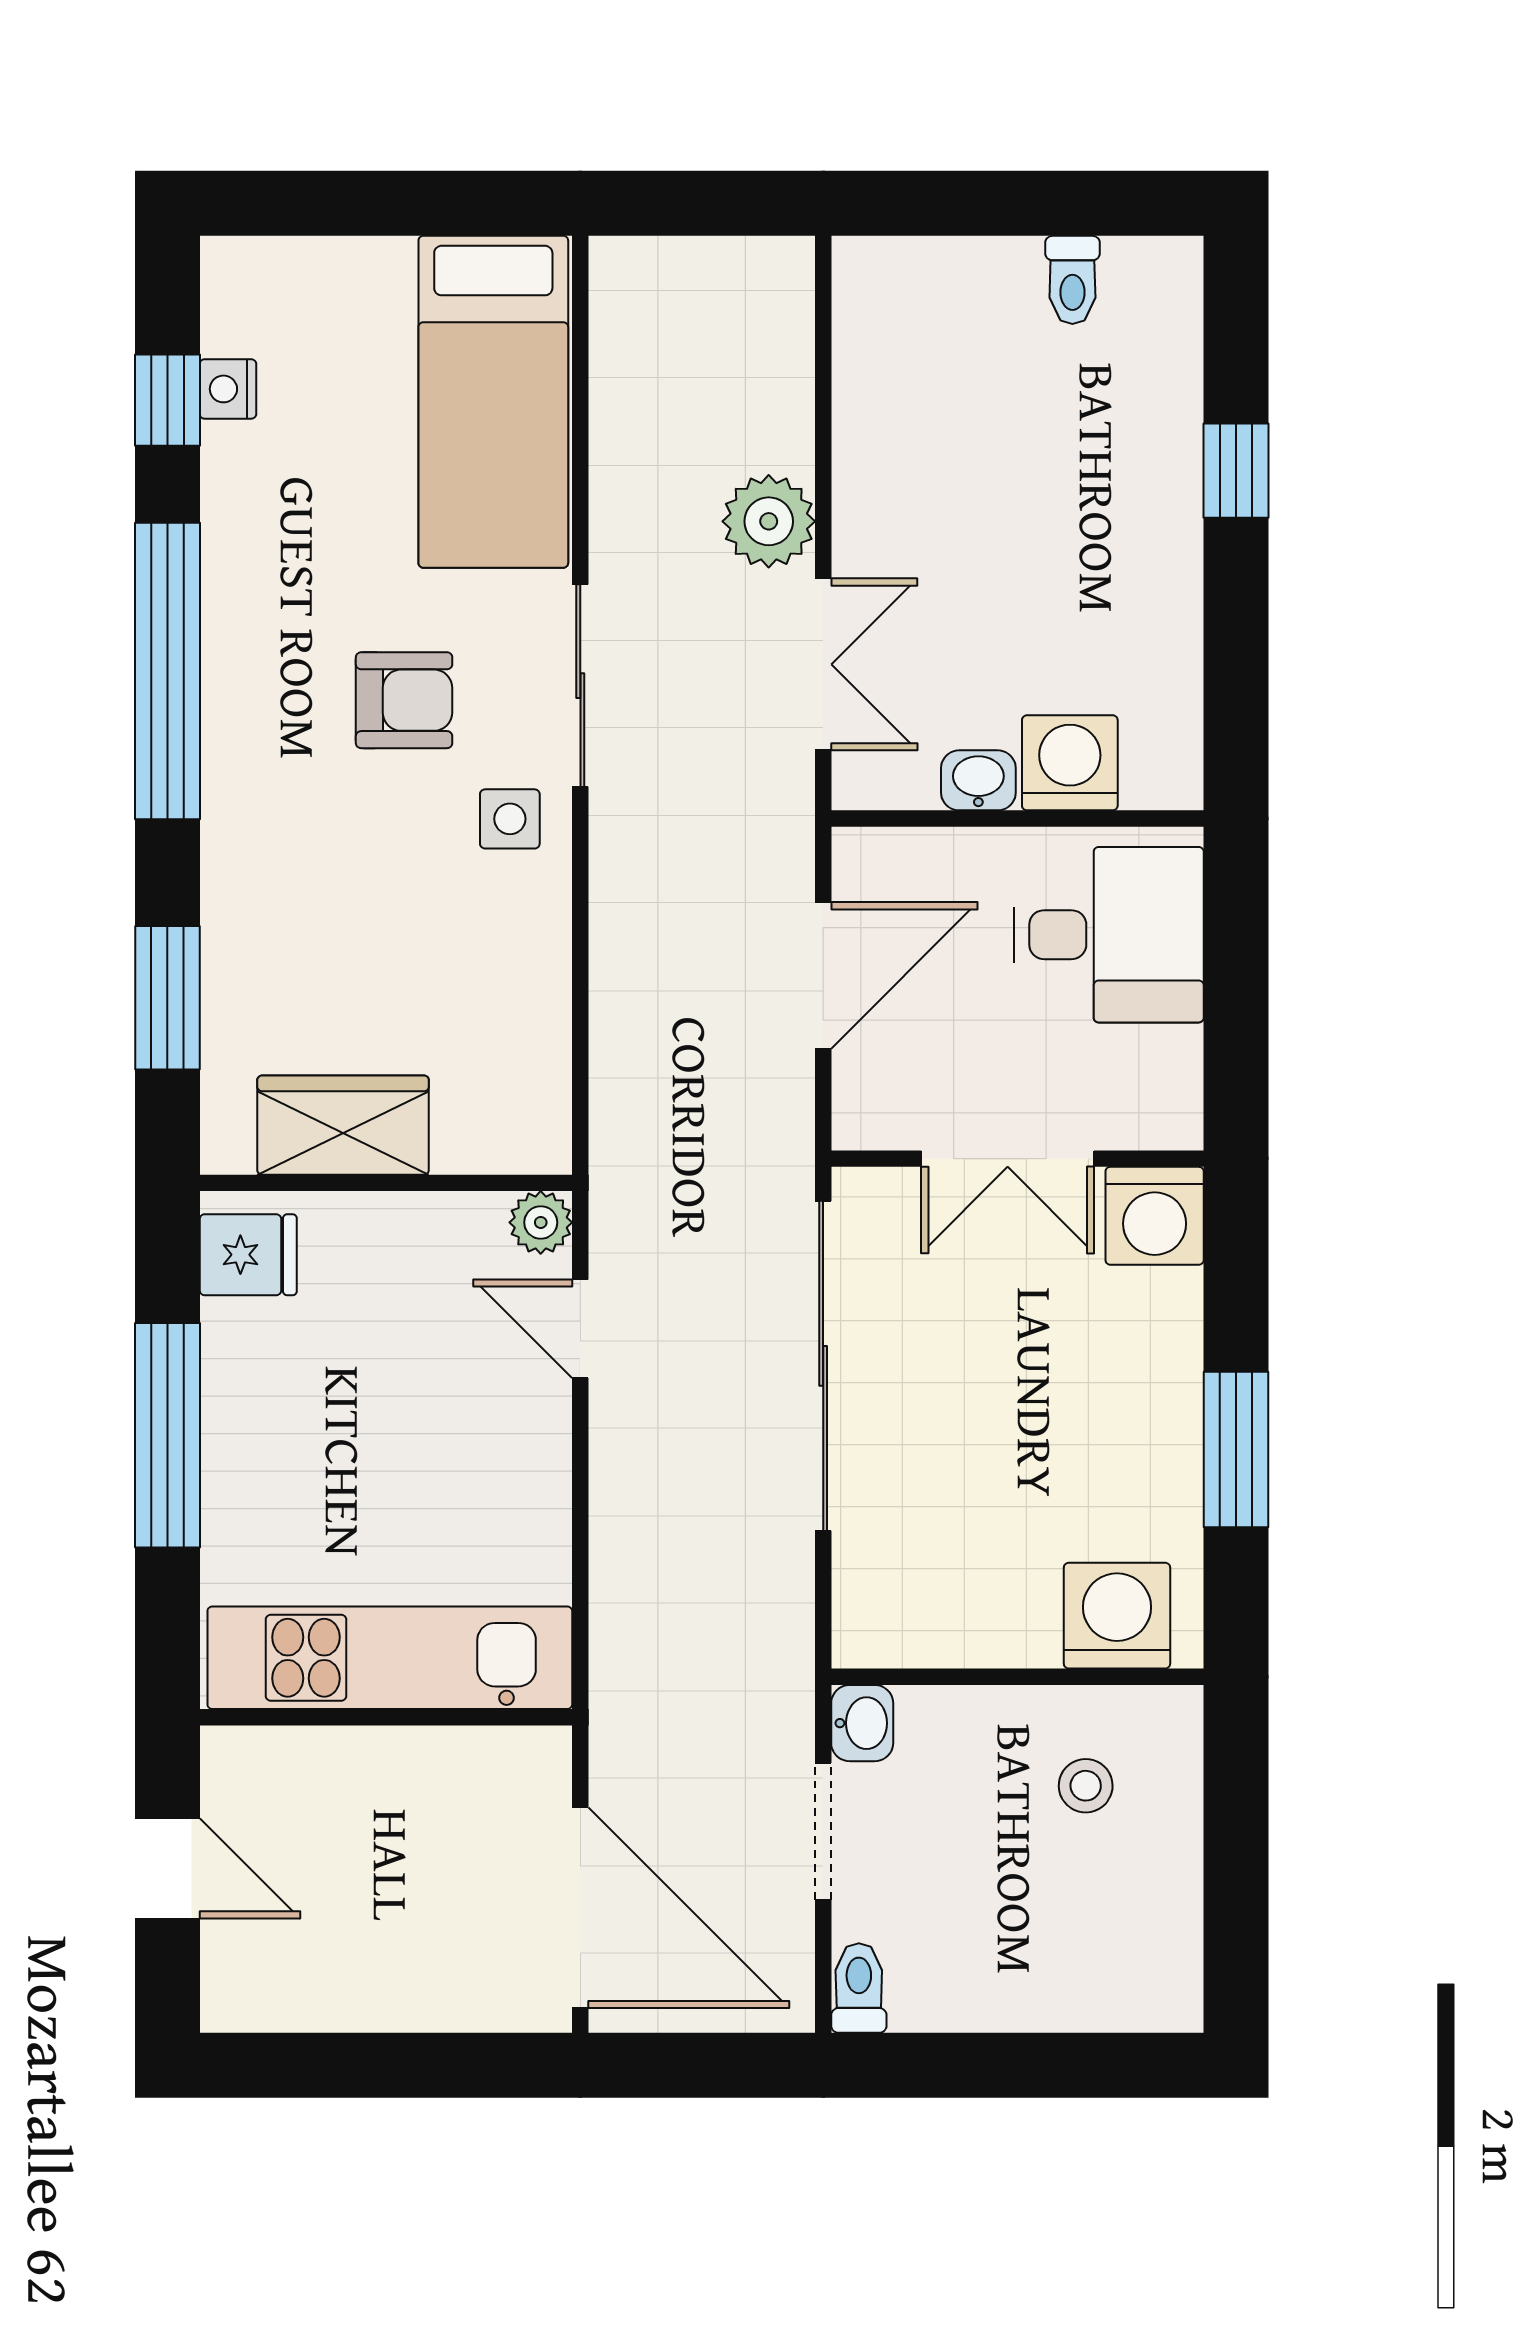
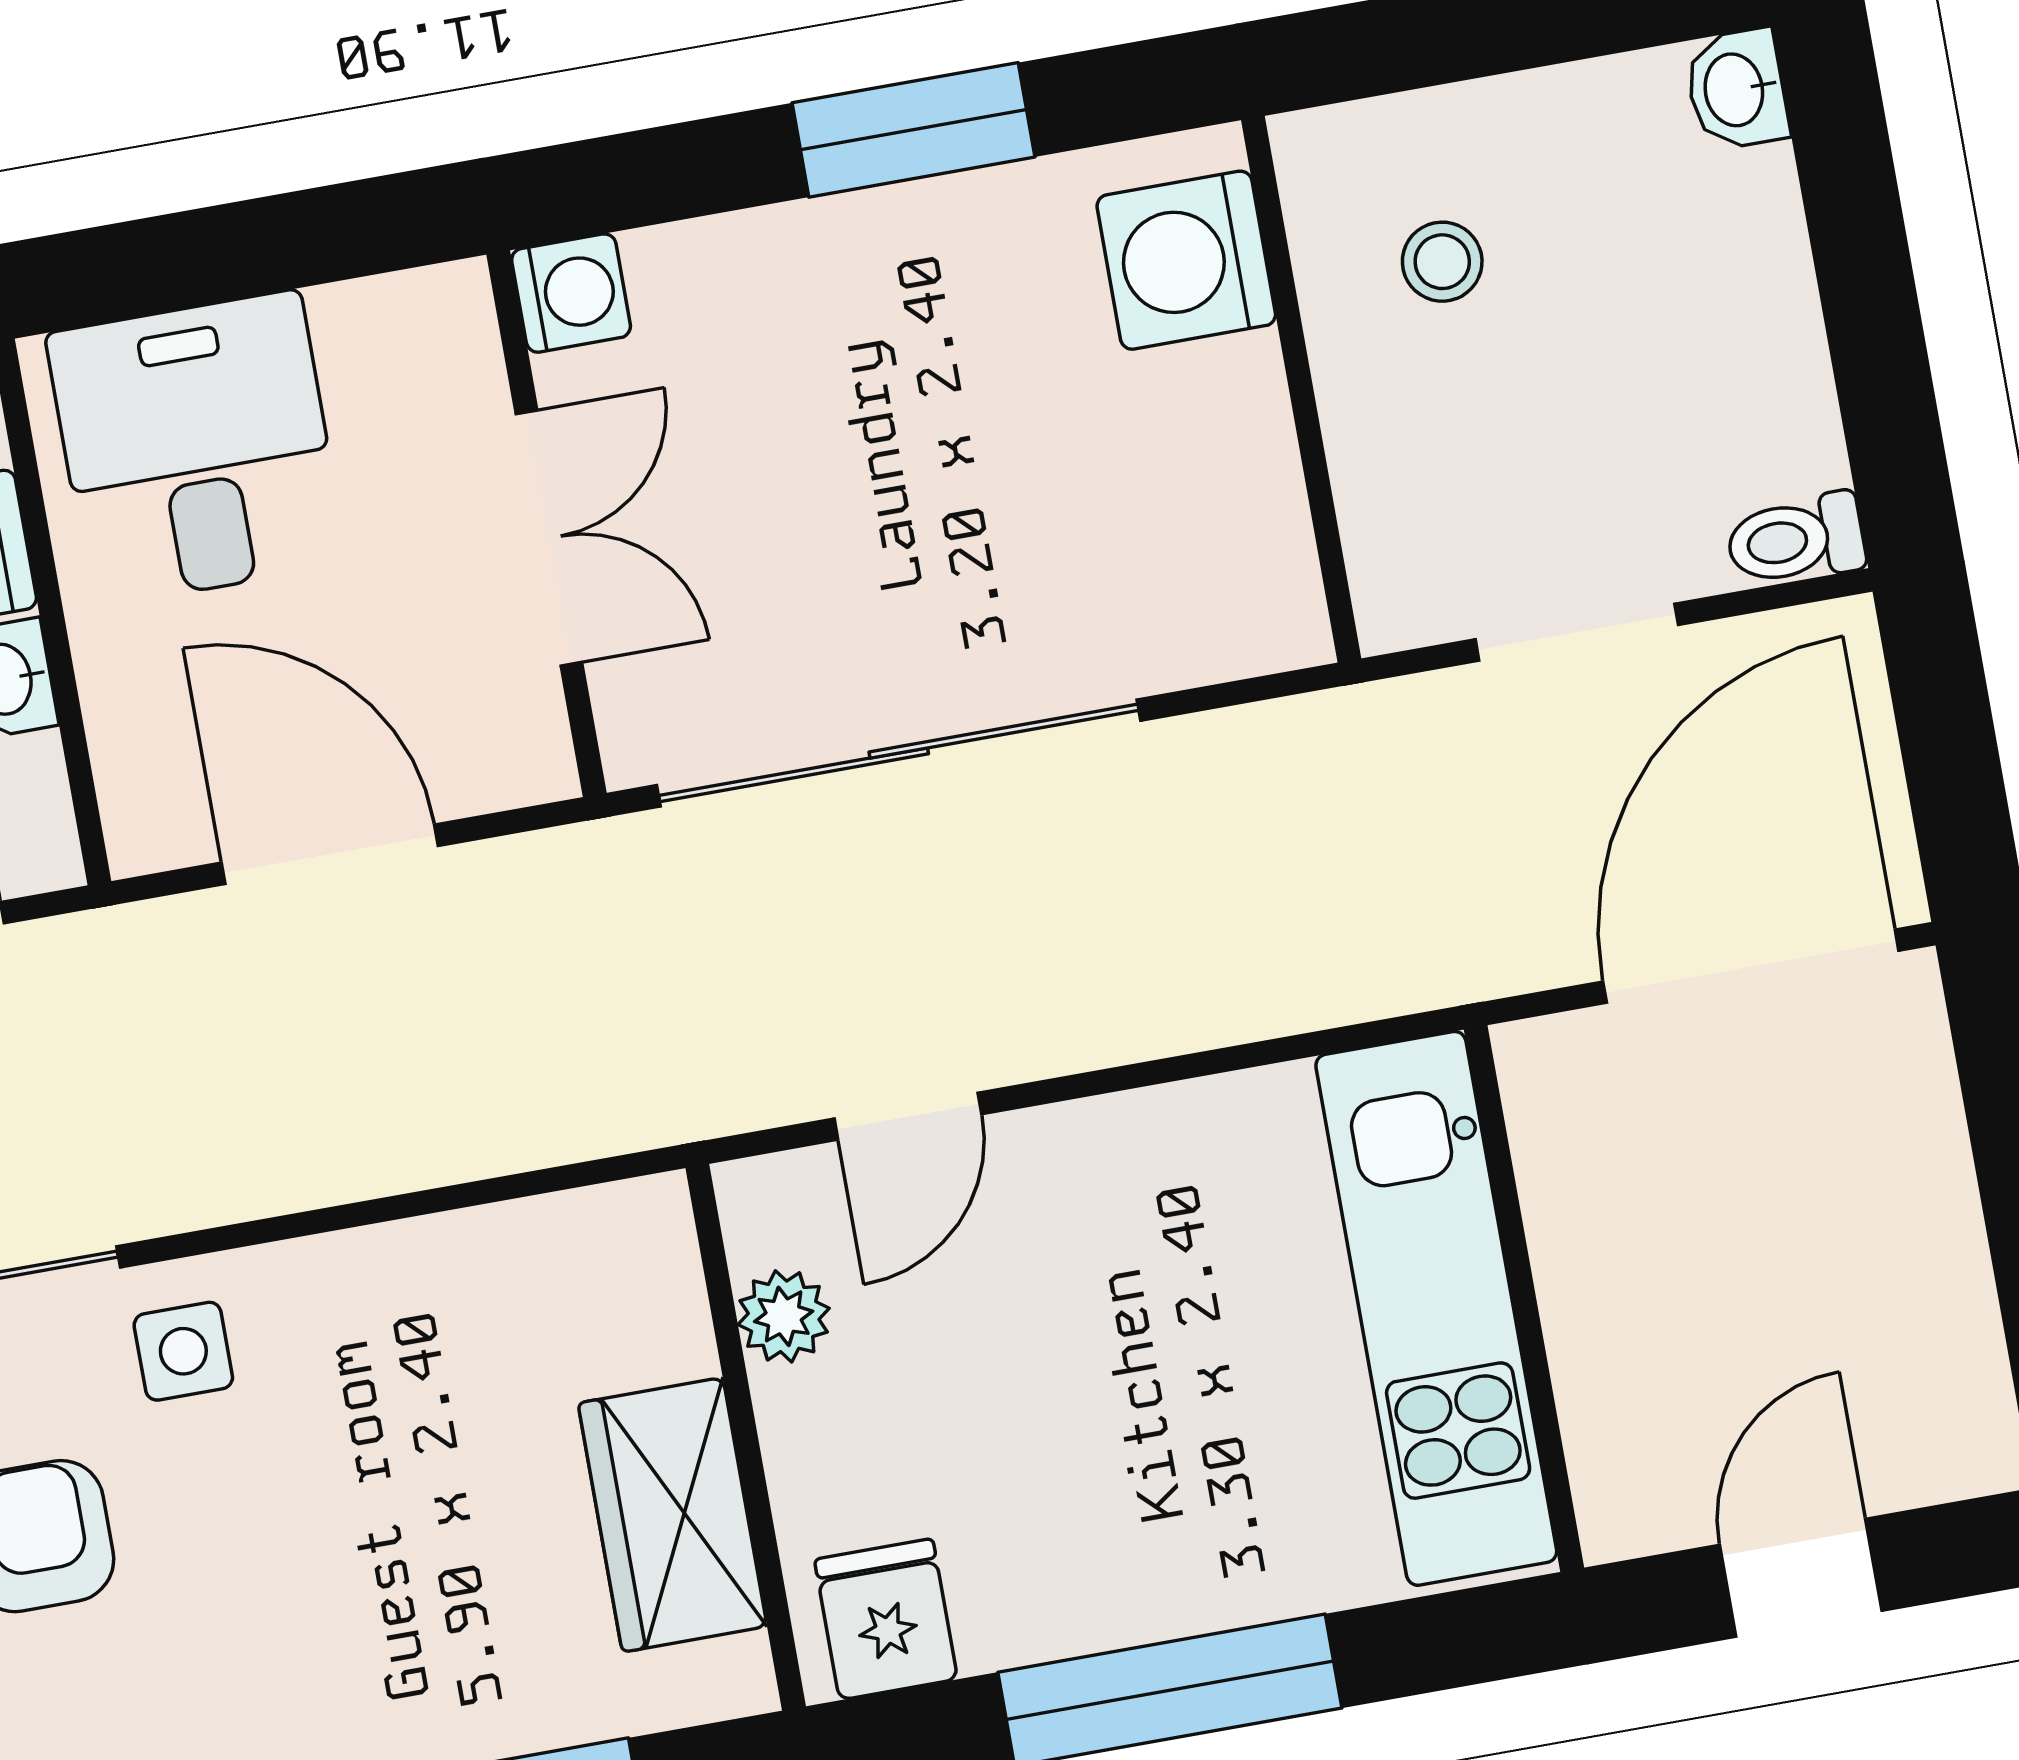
washing machine: (1155, 1216) -> (571, 293), width x0.73, depth x0.73
plant: (541, 1222) -> (784, 1316), moved
washbasin: (862, 1723) -> (1737, 89), moved, turned -90

